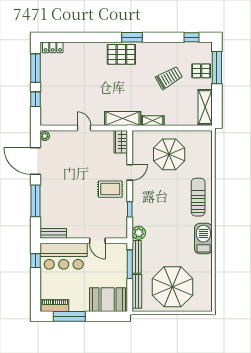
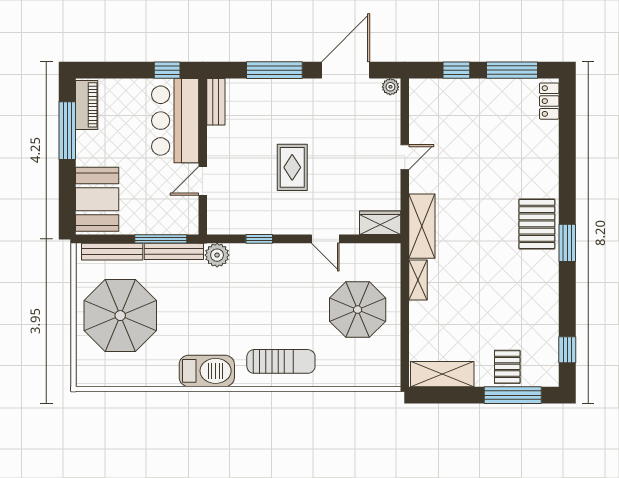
trolley: (169, 78) -> (495, 309), removed
rug: (110, 189) -> (292, 167), moved

